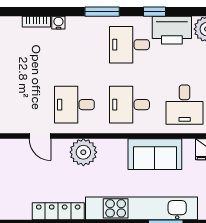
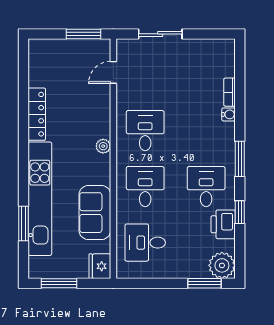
printer: (172, 30) -> (223, 224), width x0.73, depth x0.84
door: (40, 136) -> (113, 72), moved
plant: (83, 152) -> (103, 146), width x0.53, depth x0.53

